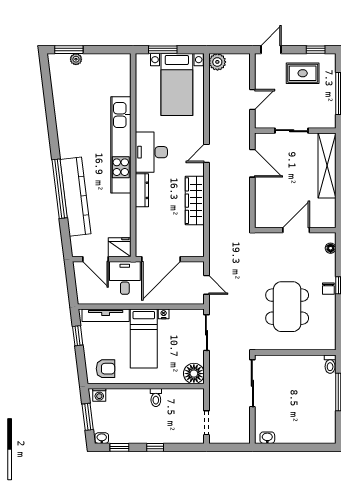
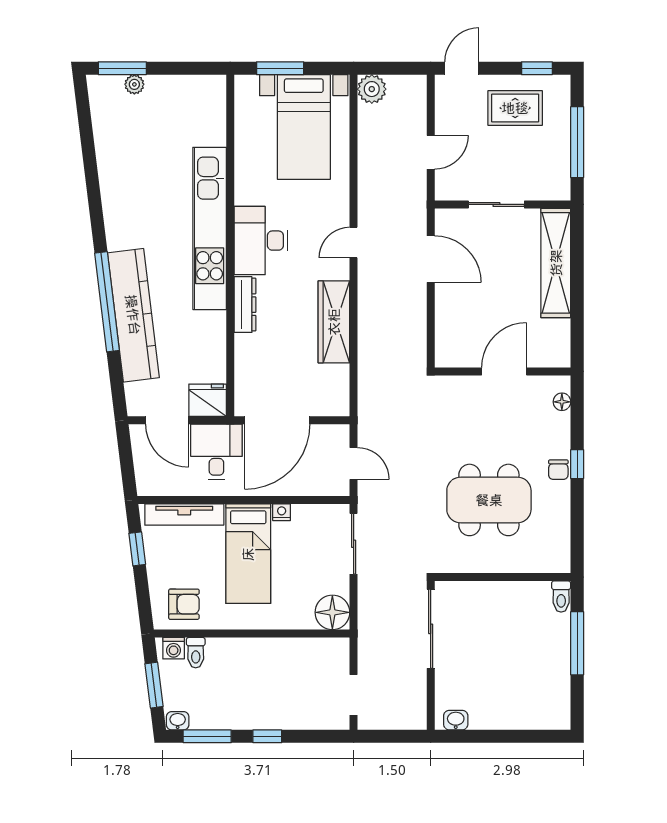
dining table: (287, 307) -> (489, 500), turned 90
toilet: (156, 398) -> (196, 653), moved
window: (119, 447) -> (207, 736), width x1.50

